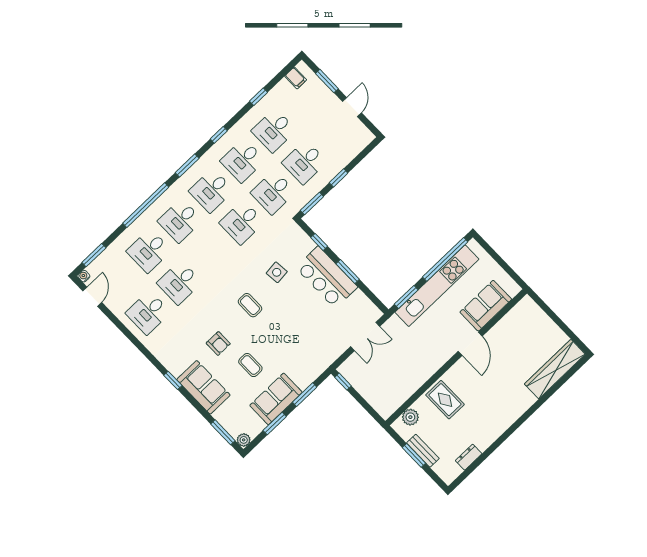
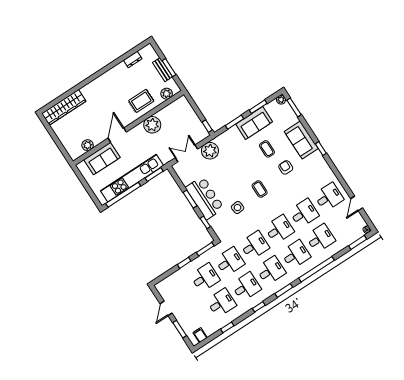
desk: (211, 252) -> (279, 229), added
door: (92, 297) -> (357, 203), moved
plant: (510, 321) -> (88, 145), added
plant: (332, 347) -> (210, 151), added
plant: (422, 368) -> (152, 125), added
rug: (445, 400) -> (141, 101), turned 90

